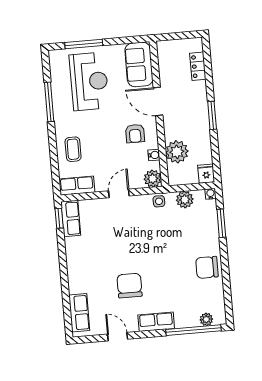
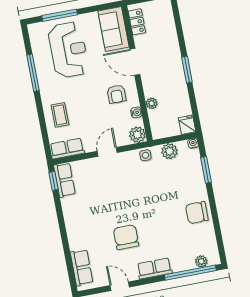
locker: (198, 66) -> (137, 22), moved, turned 180
plant: (177, 152) -> (152, 103), width x0.53, depth x0.53

